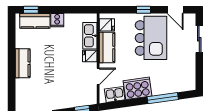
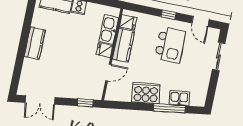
kitchen island: (151, 38) -> (170, 45), width x0.73, depth x0.78
kitchen sink: (115, 94) -> (179, 98), moved

